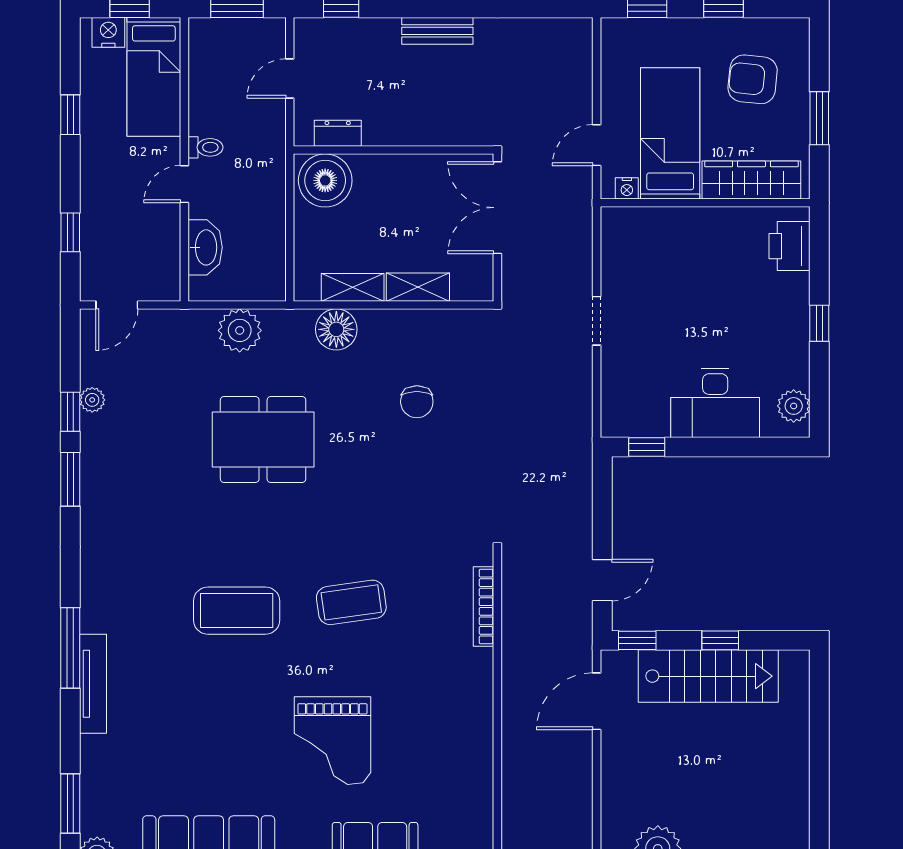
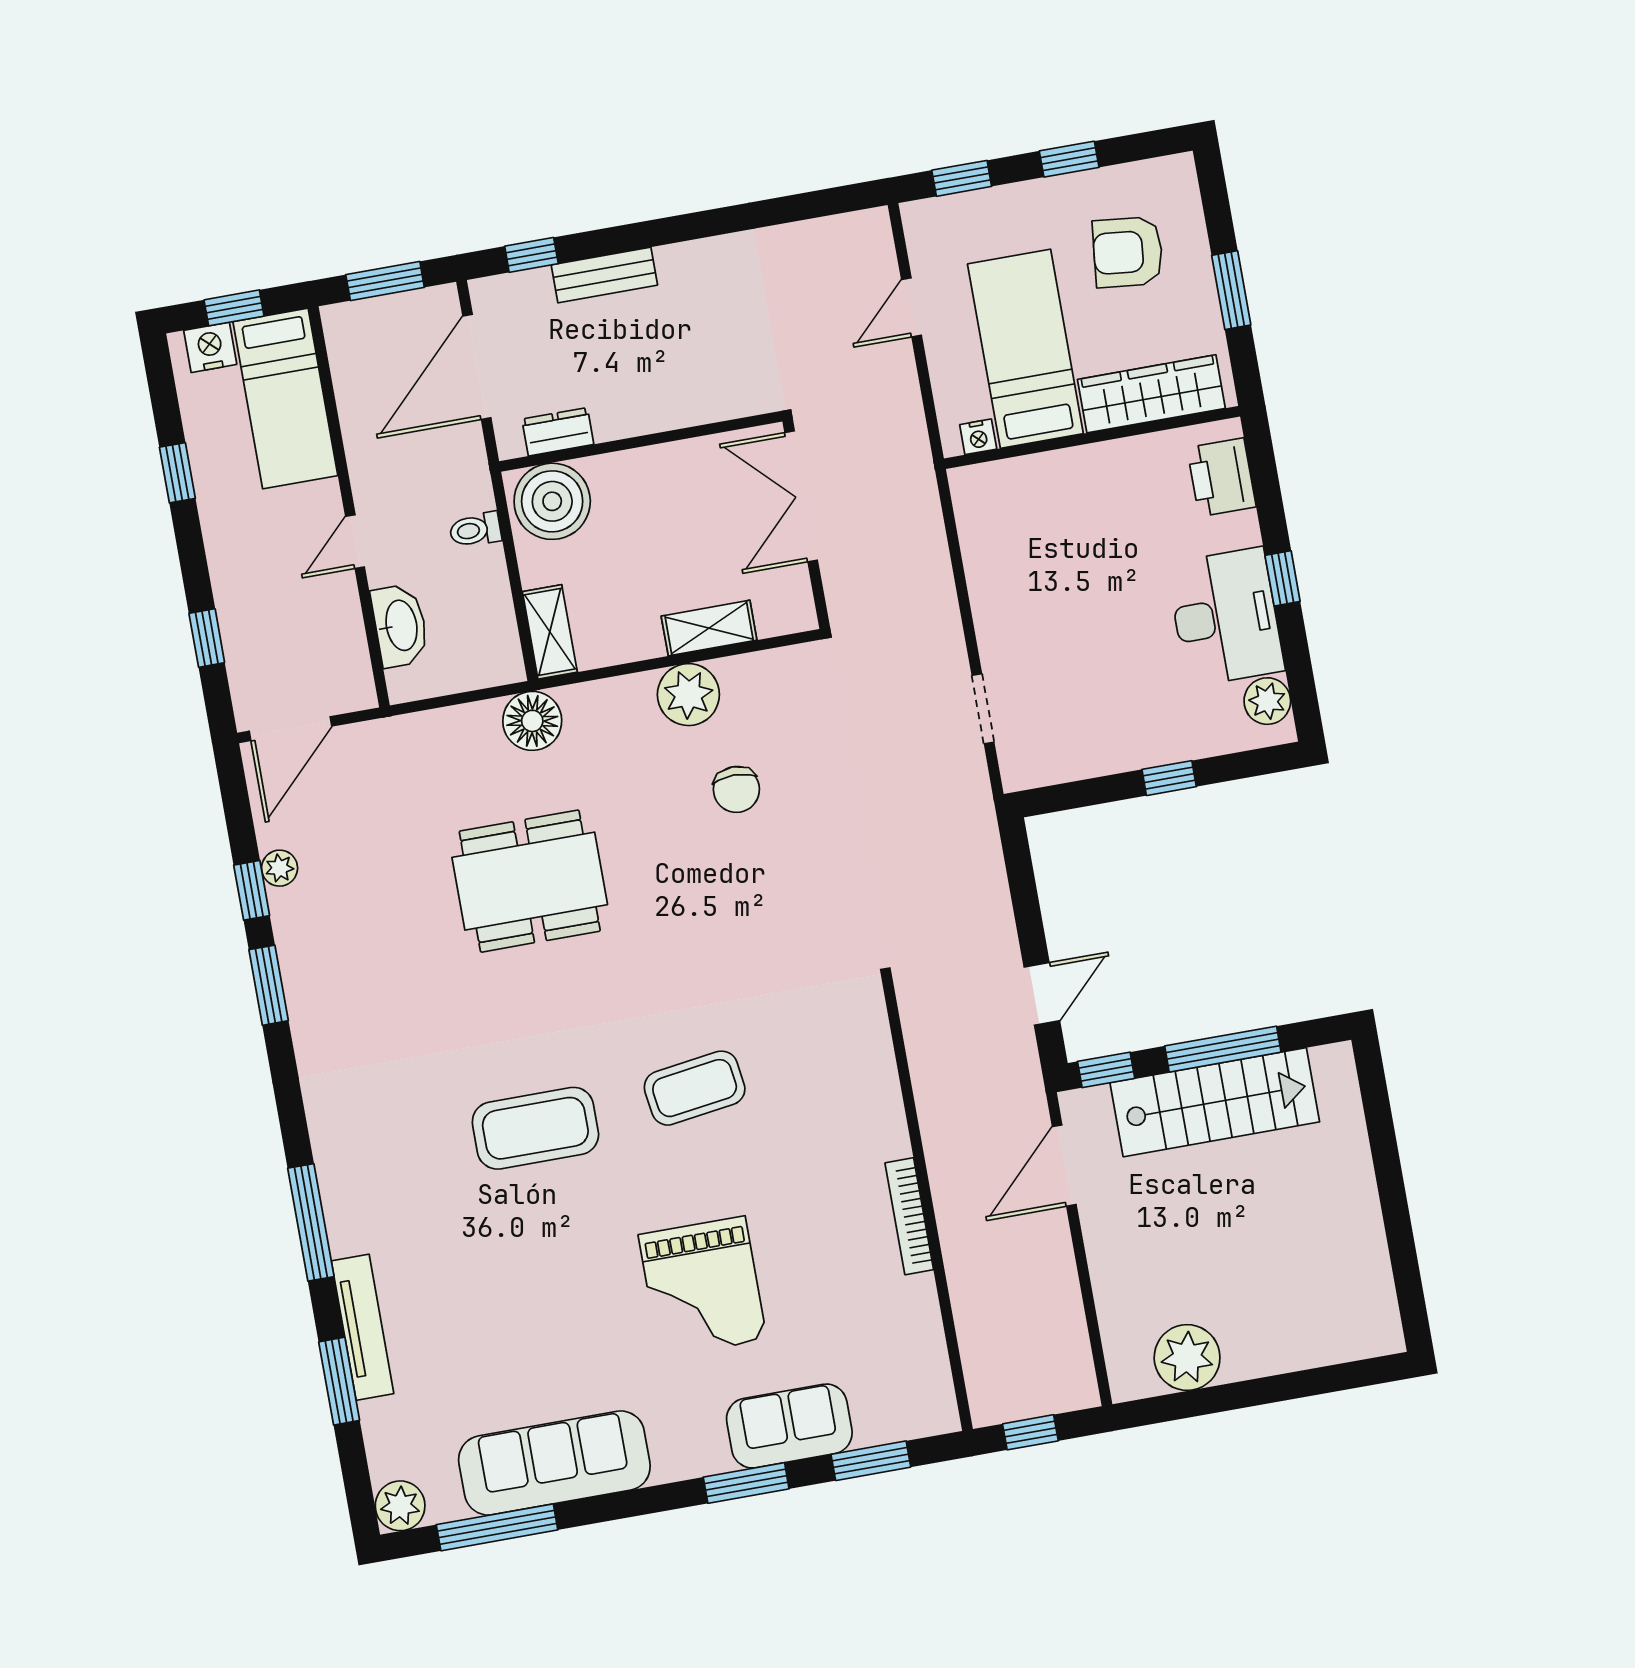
bench: (437, 31) -> (604, 275), moved
door: (290, 79) -> (477, 367), width x1.87
door: (597, 145) -> (911, 307), moved
toilet: (205, 147) -> (475, 530), moved, turned 180
shelving: (353, 287) -> (550, 632), moved, turned 90
door: (117, 305) -> (290, 729), width x1.38
doorway: (597, 321) -> (983, 709), moved
floor lamp: (336, 329) -> (532, 721), moved
plant: (240, 330) -> (688, 695), moved
desk: (715, 403) -> (1225, 617), moved, turned -90
window: (647, 447) -> (1169, 778), moved
bookcase: (484, 607) -> (909, 1216), moved
window: (720, 640) -> (1223, 1049), width x2.17
tv unit: (93, 684) -> (363, 1327), moved
window: (70, 804) -> (339, 1381), moved

